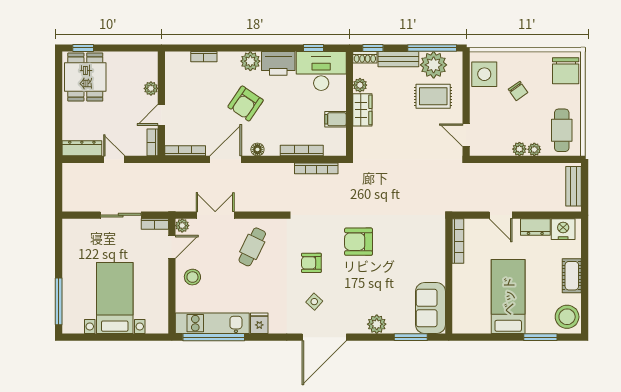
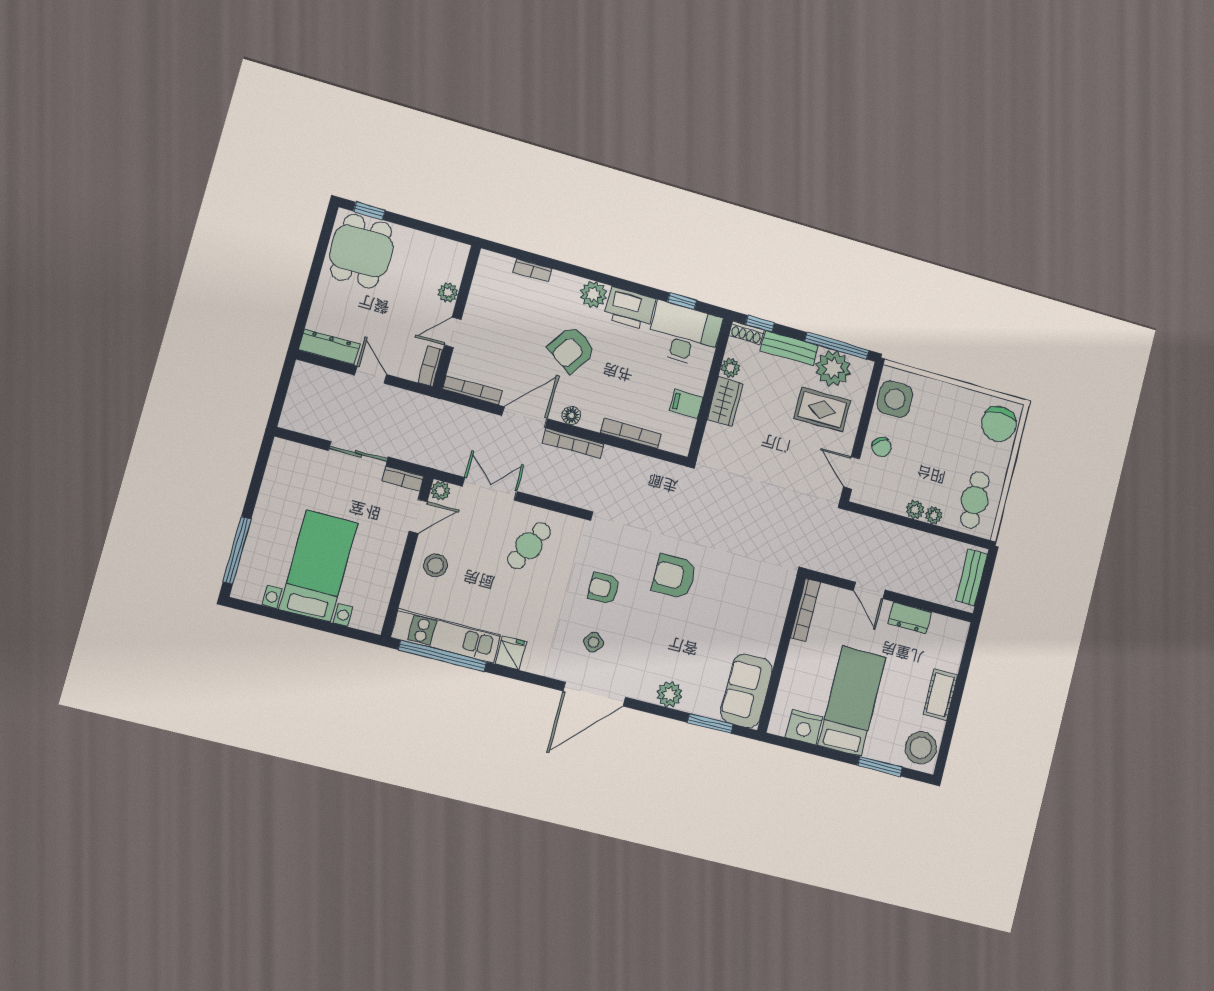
chair: (518, 91) -> (882, 447), moved
bookcase: (316, 168) -> (573, 443), moved
nightstand: (563, 229) -> (804, 727), moved, turned 180

